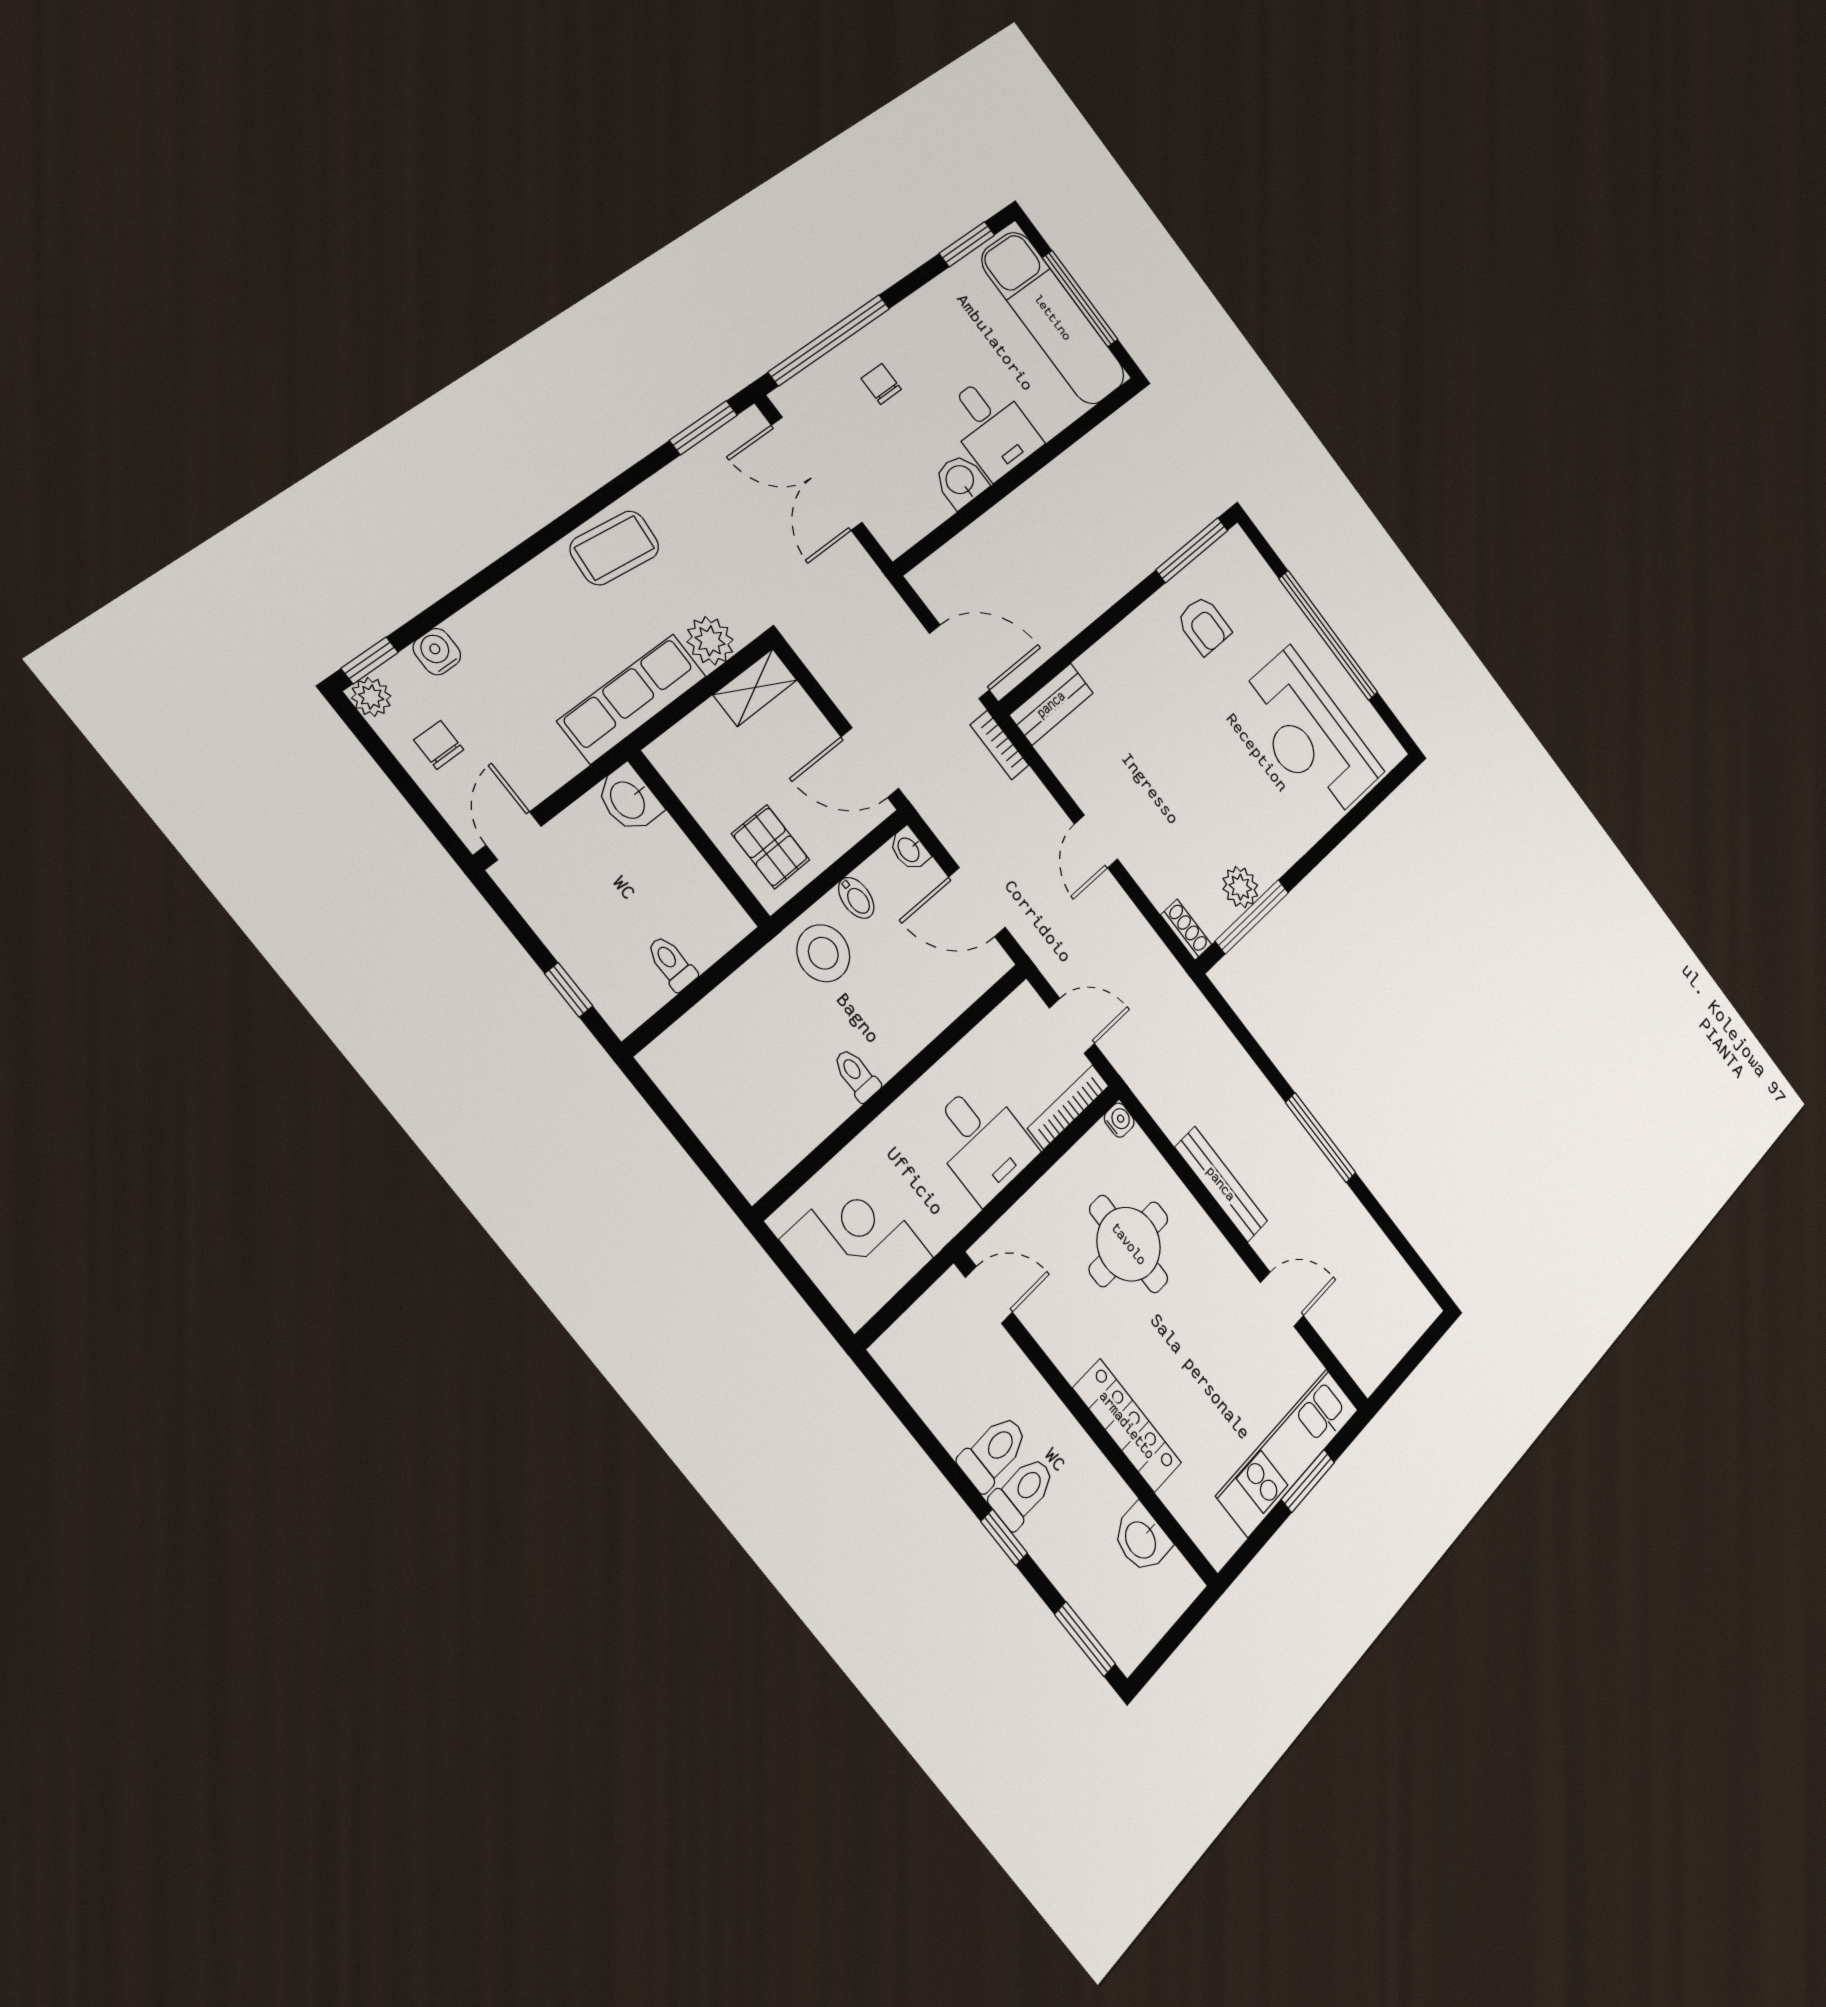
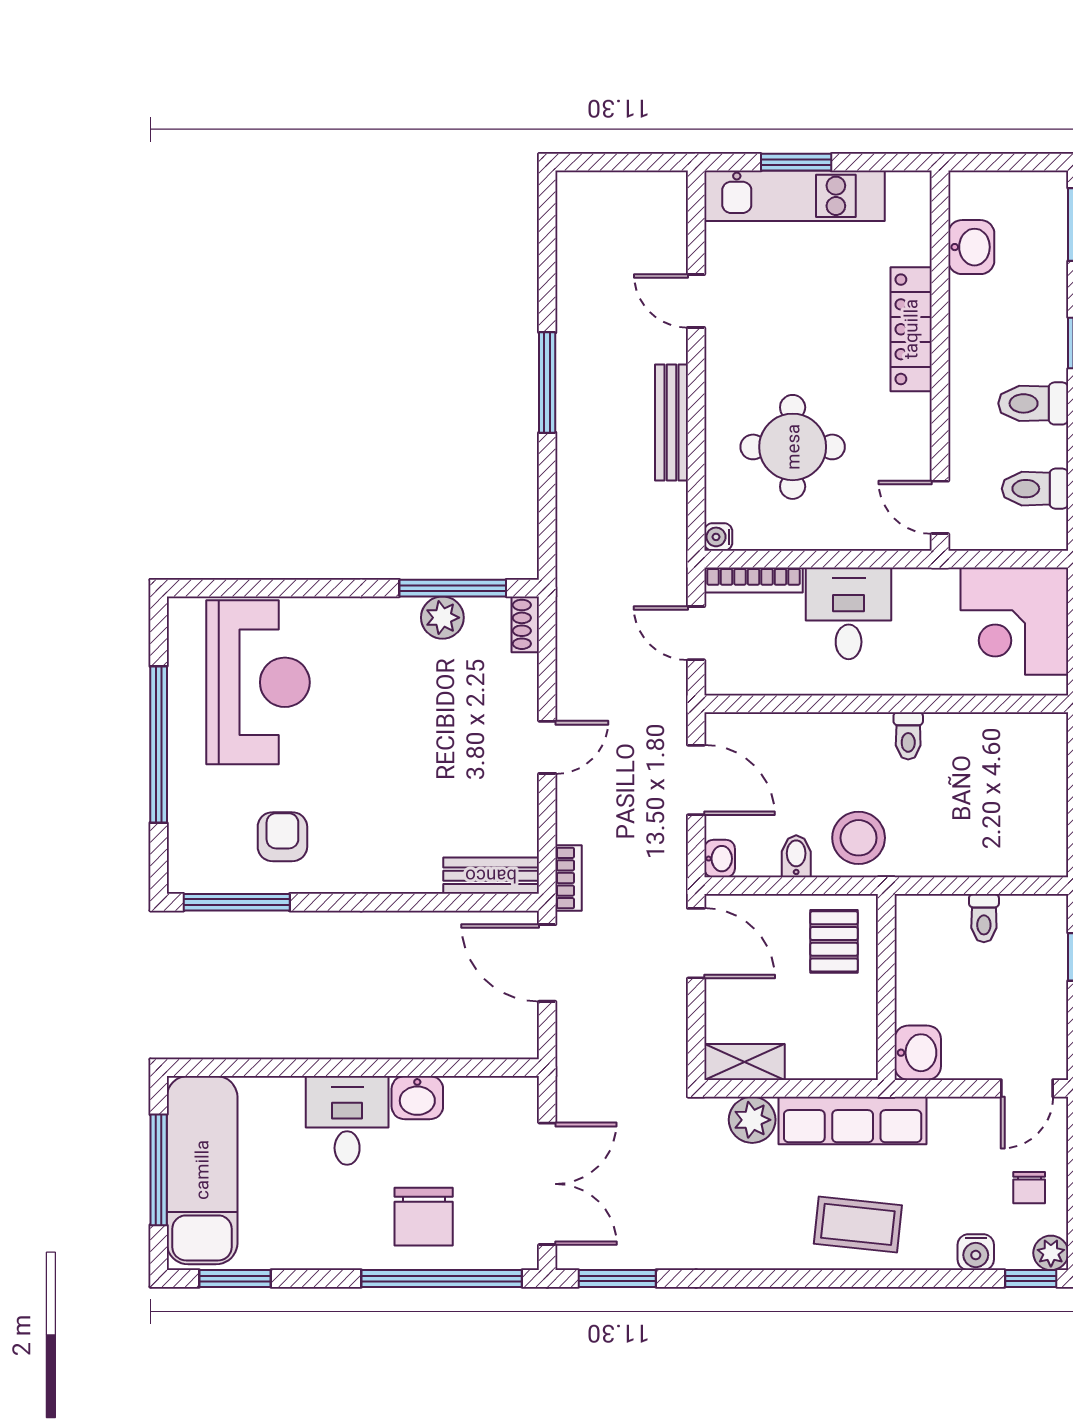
chair: (881, 384) -> (424, 1217), width x1.87, depth x1.87
coffee table: (615, 548) -> (858, 1224), moved
toilet: (1023, 1492) -> (1035, 489), moved

